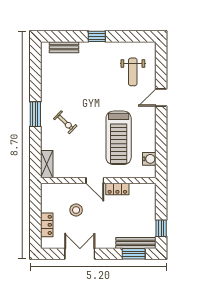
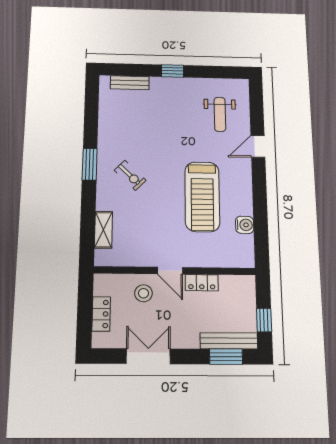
door: (95, 180) -> (170, 271), moved
wall: (98, 180) -> (175, 271), moved
locker: (117, 189) -> (202, 283), moved

